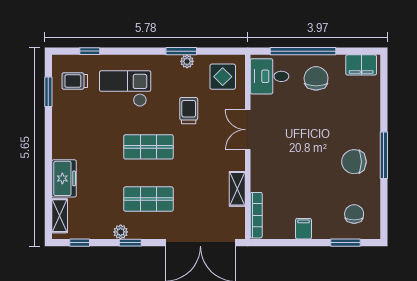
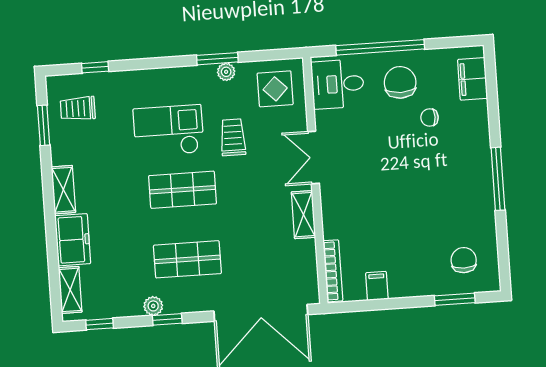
filing cabinet: (361, 65) -> (473, 79), moved, turned 90
checkout: (125, 89) -> (168, 131), moved
shelving: (60, 141) -> (63, 190), added
chair: (354, 162) -> (430, 117), moved, width x0.54, depth x0.54
shelving: (237, 189) -> (303, 215), moved
filing cabinet: (304, 229) -> (377, 286), moved

